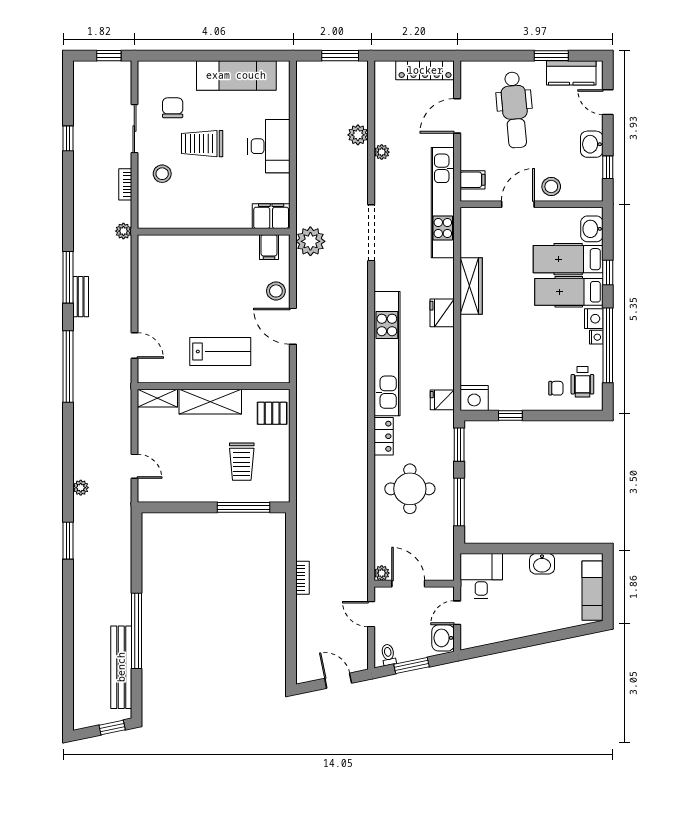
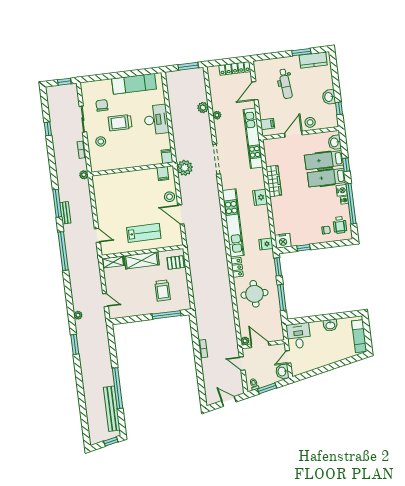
door: (608, 102) -> (335, 73), removed
dental chair: (515, 110) -> (285, 84), width x0.73, depth x0.72
filing cabinet: (271, 216) -> (167, 156), width x0.50

